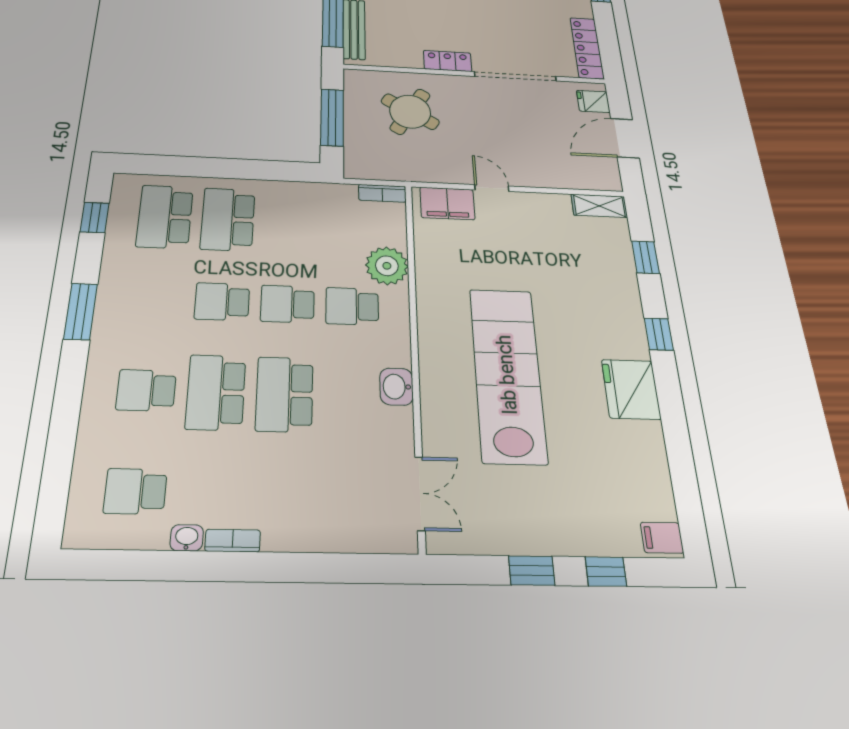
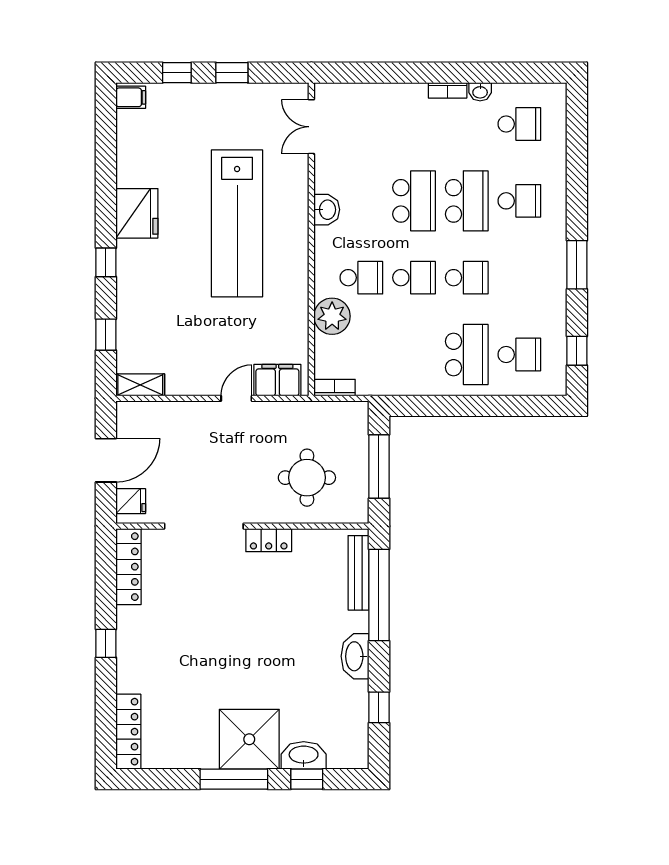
round table: (410, 112) -> (307, 478), turned -31
door: (492, 188) -> (236, 398), swing flipped
school desk: (165, 217) -> (519, 355), width x0.54

